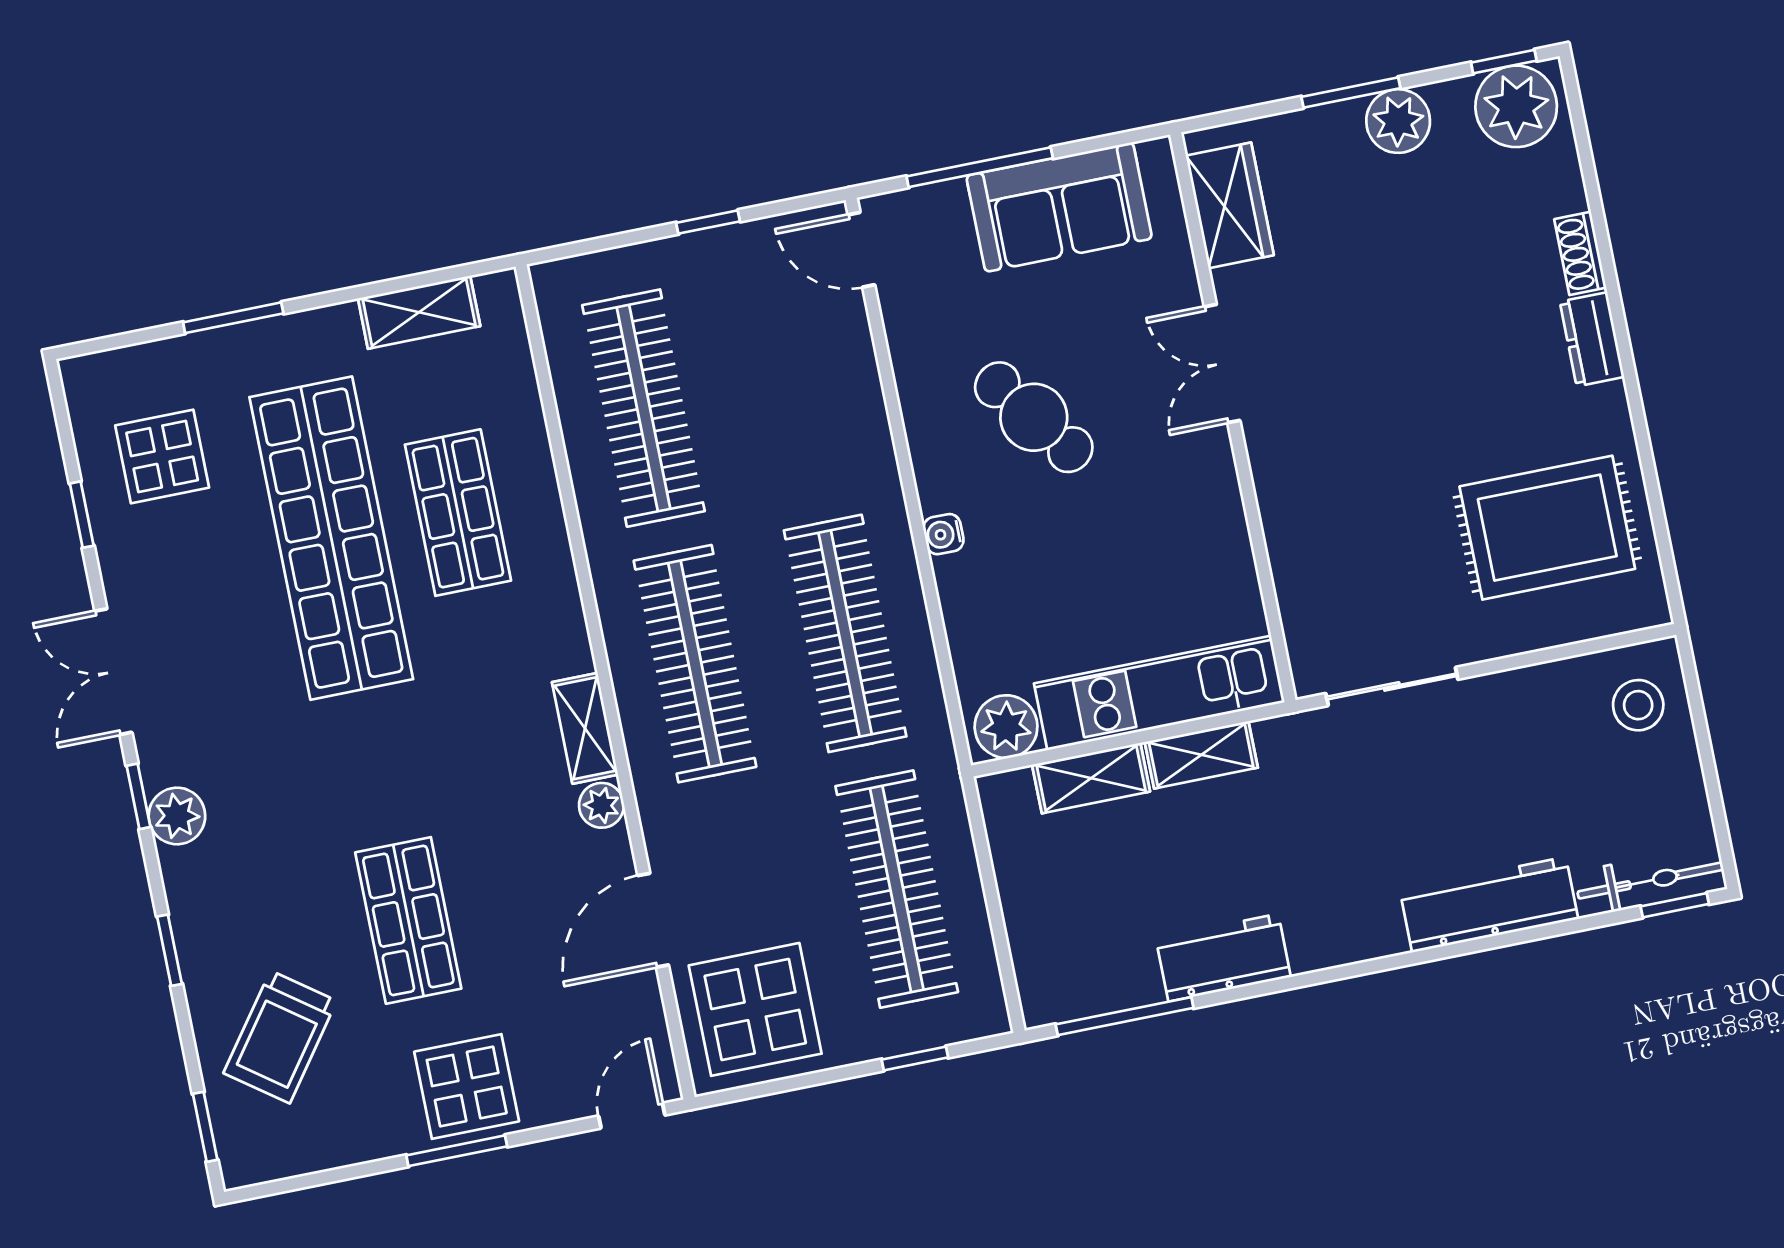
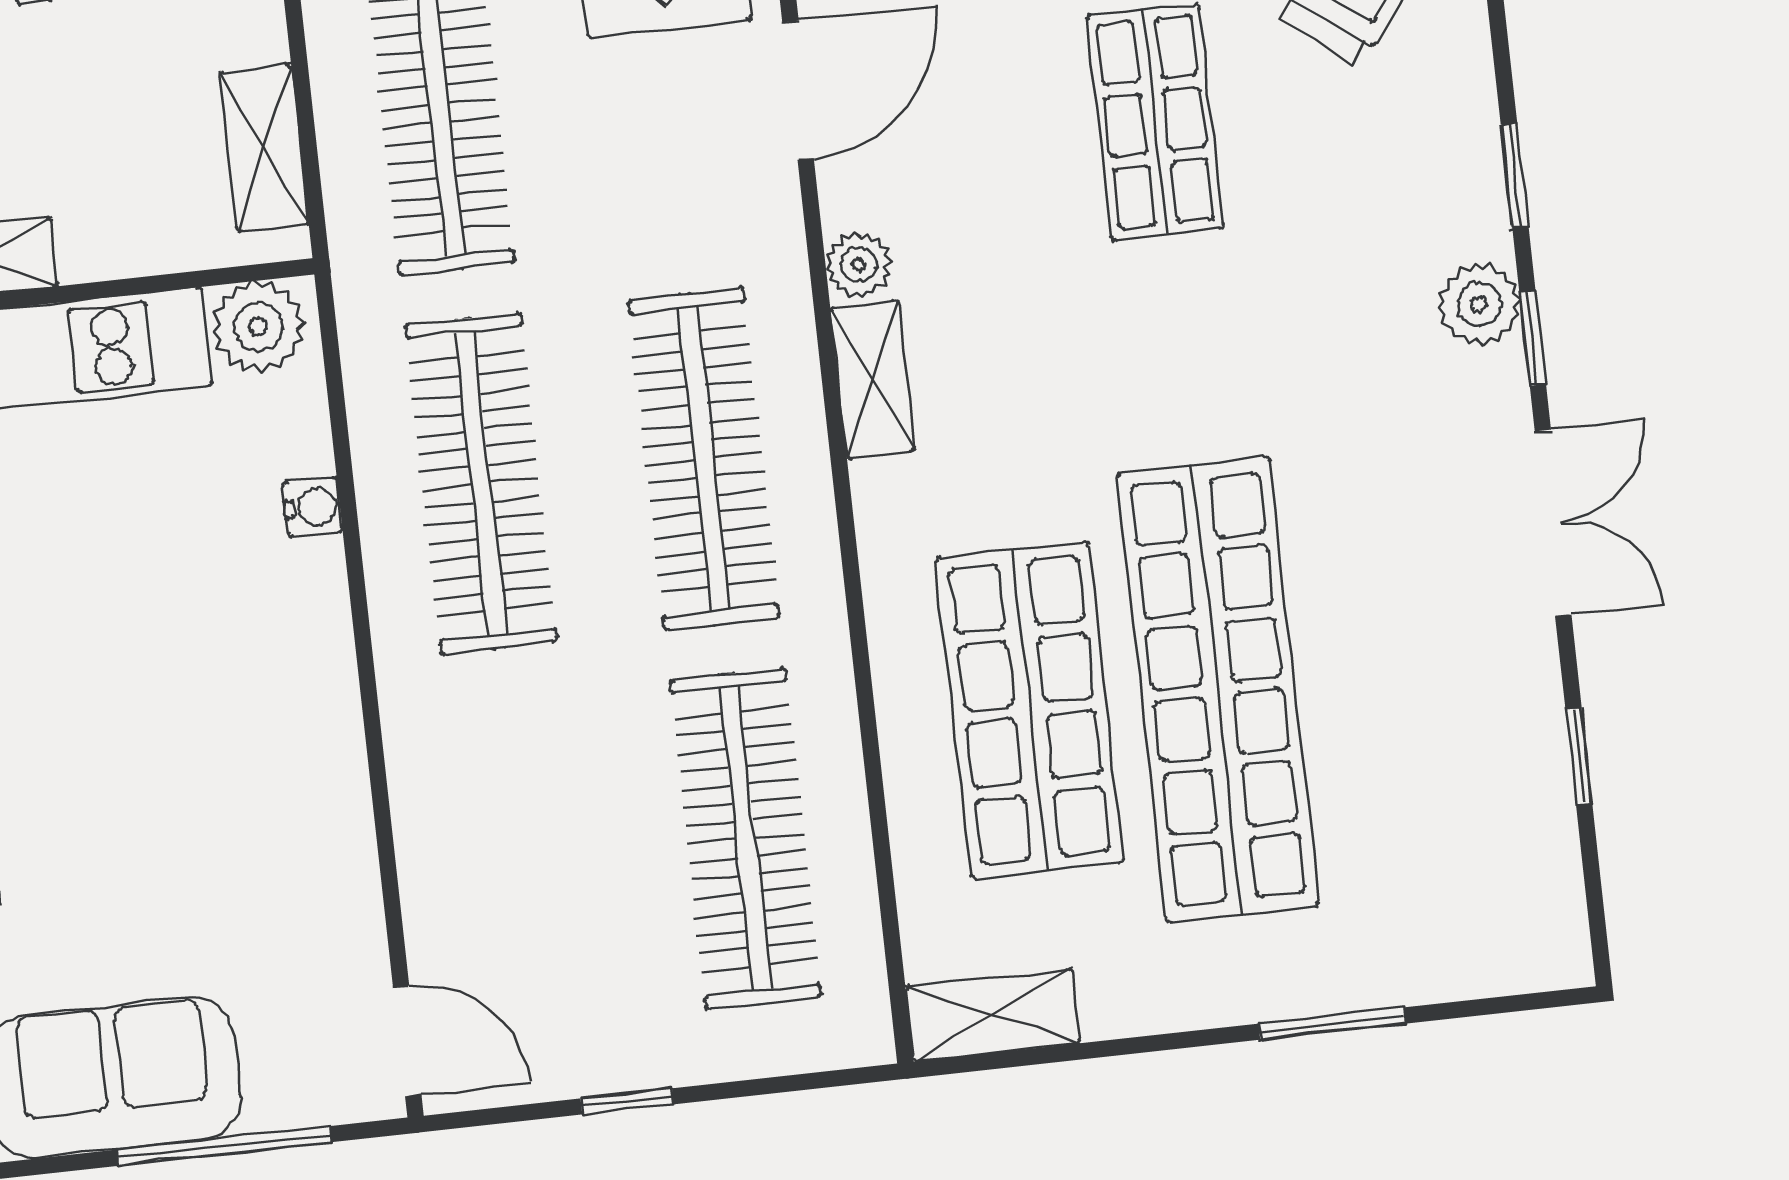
shelving: (419, 312) -> (993, 1015), moved
cafe table: (1034, 417) -> (177, 774), removed
display table: (162, 456) -> (1454, 831), removed
shop shelf: (458, 513) -> (1030, 710), width x1.43, depth x1.36
water cooler: (943, 534) -> (313, 507), moved
shelving: (1091, 778) -> (264, 148), moved, turned 90
window: (170, 950) -> (1515, 175), moved

